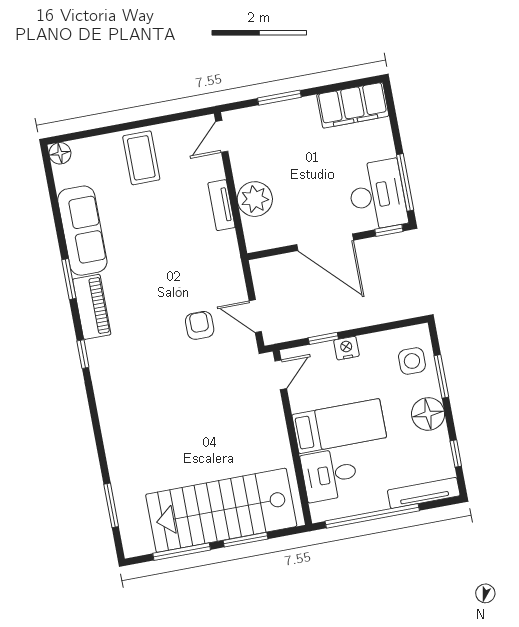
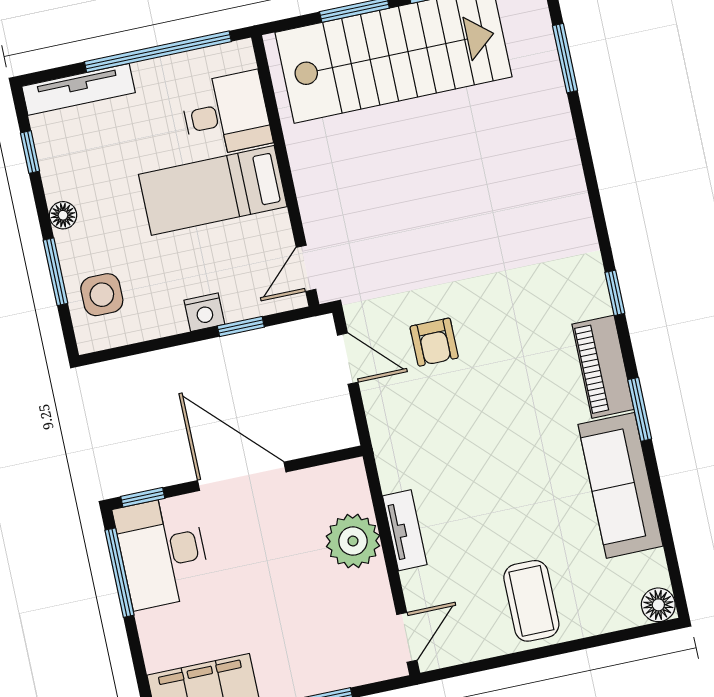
floor lamp: (428, 414) -> (63, 215), width x0.53, depth x0.53

